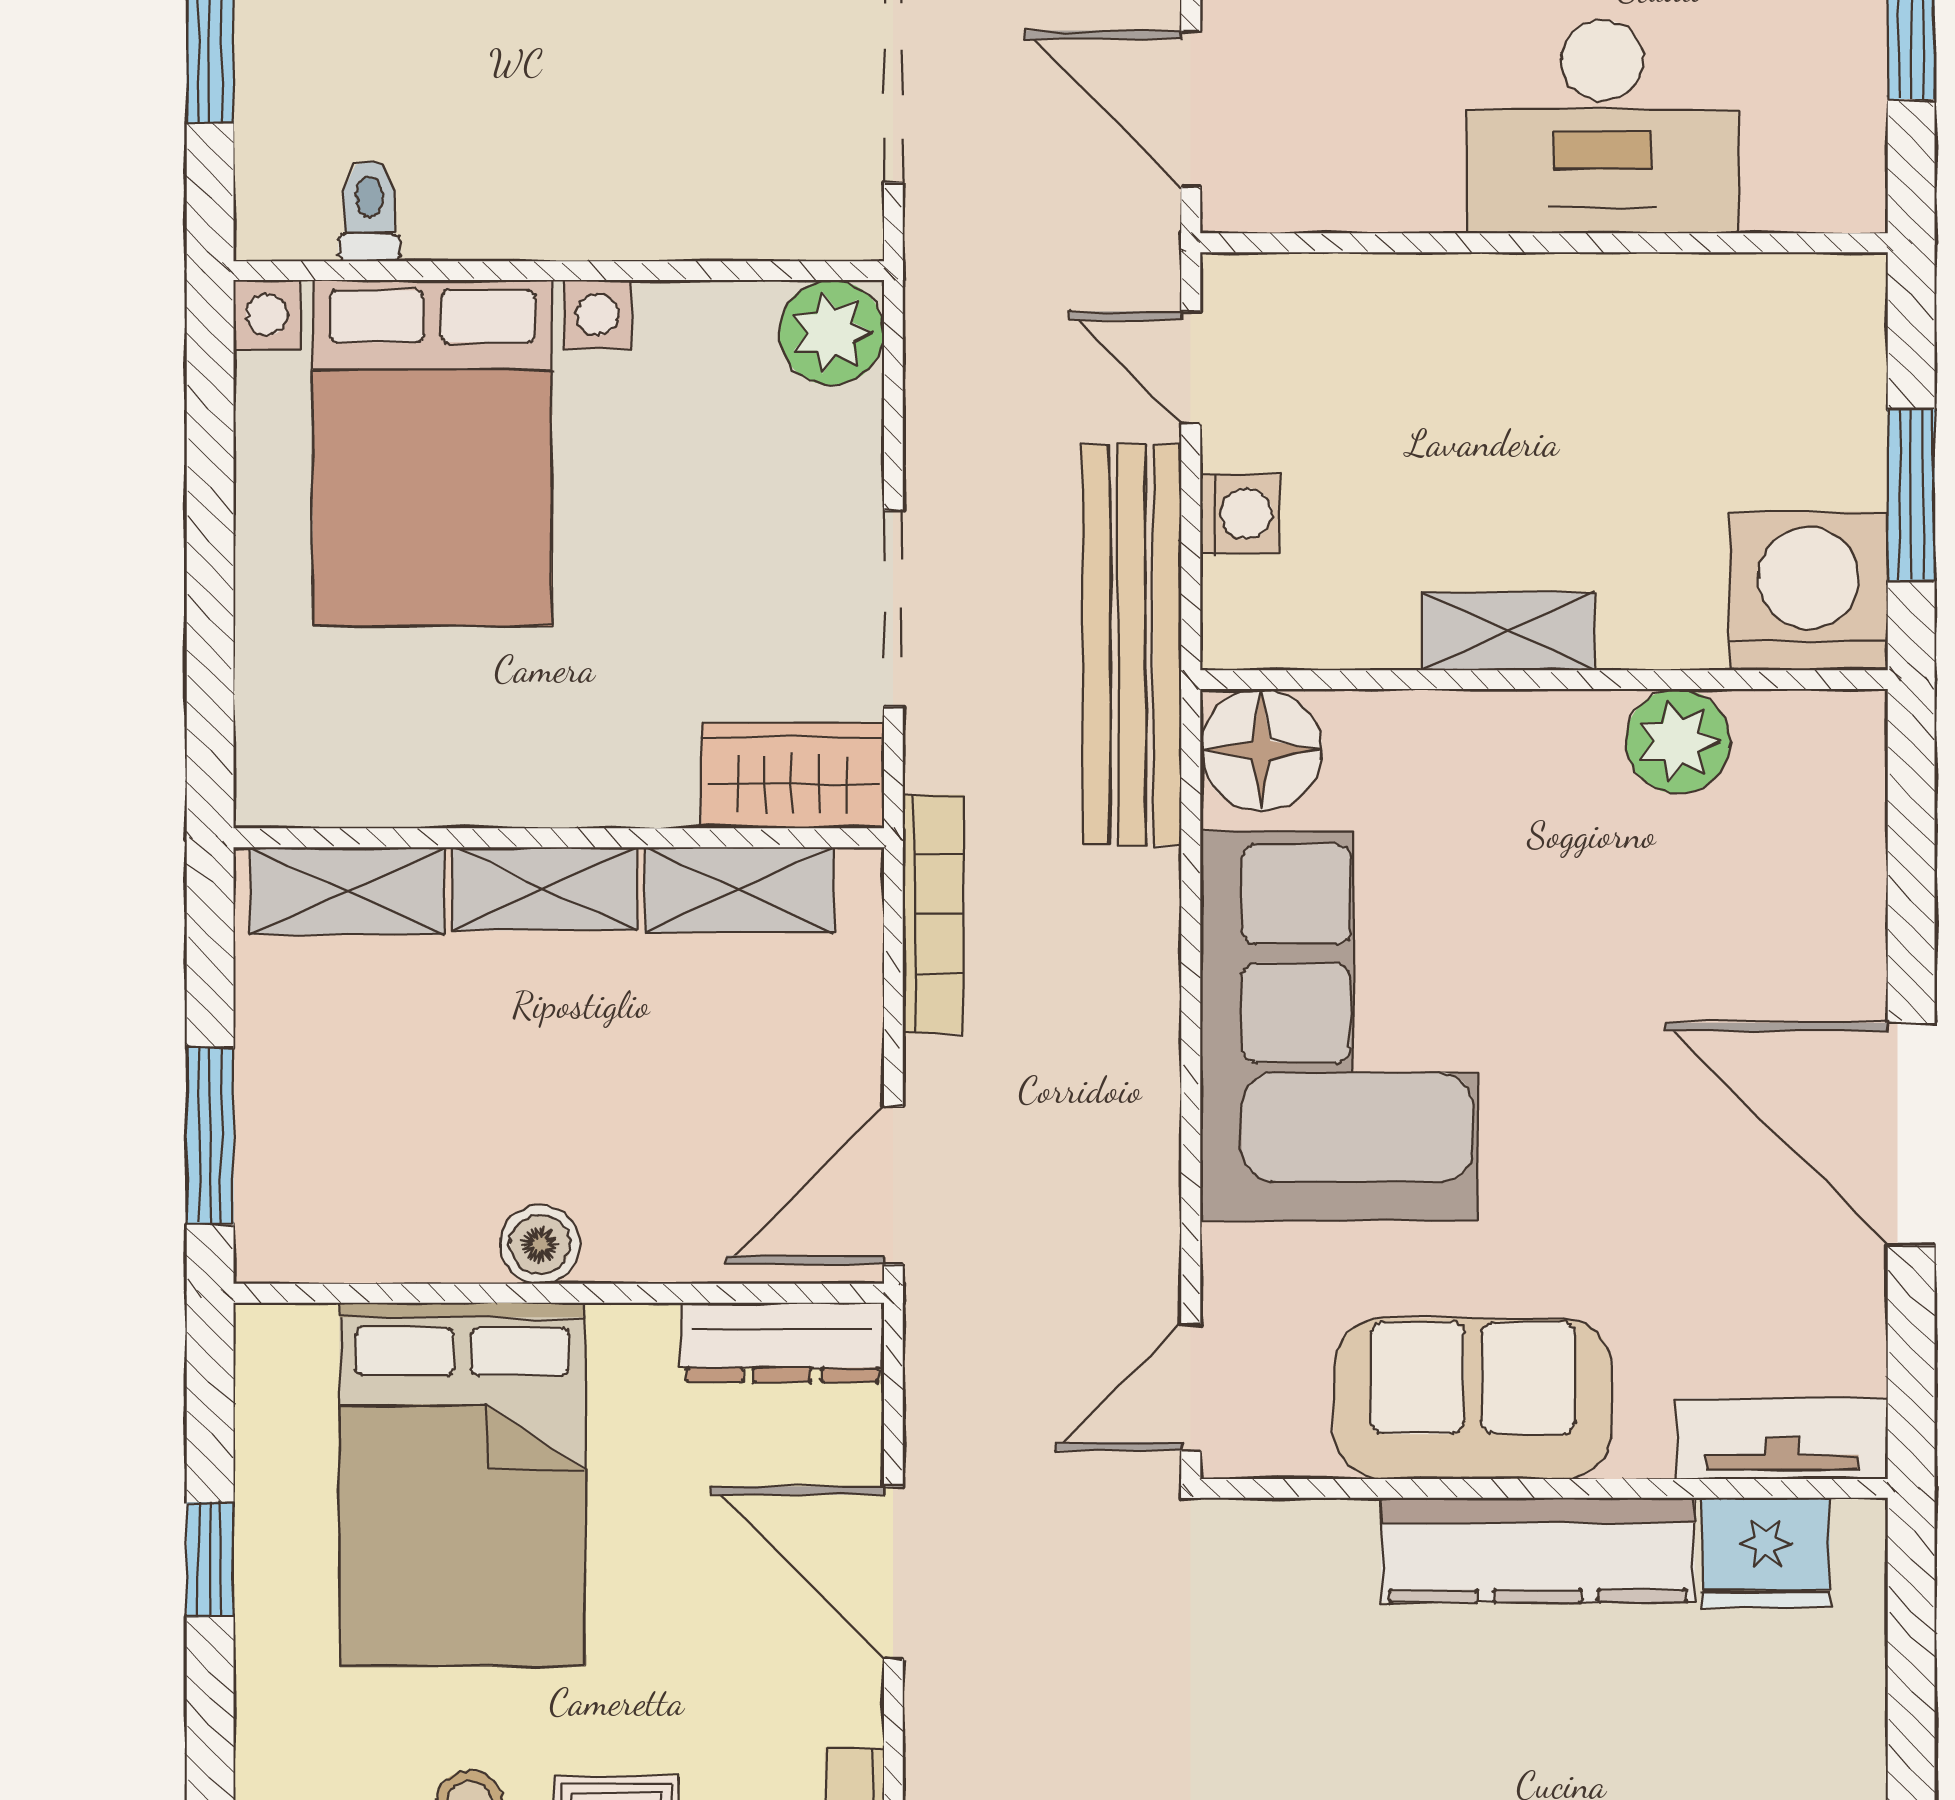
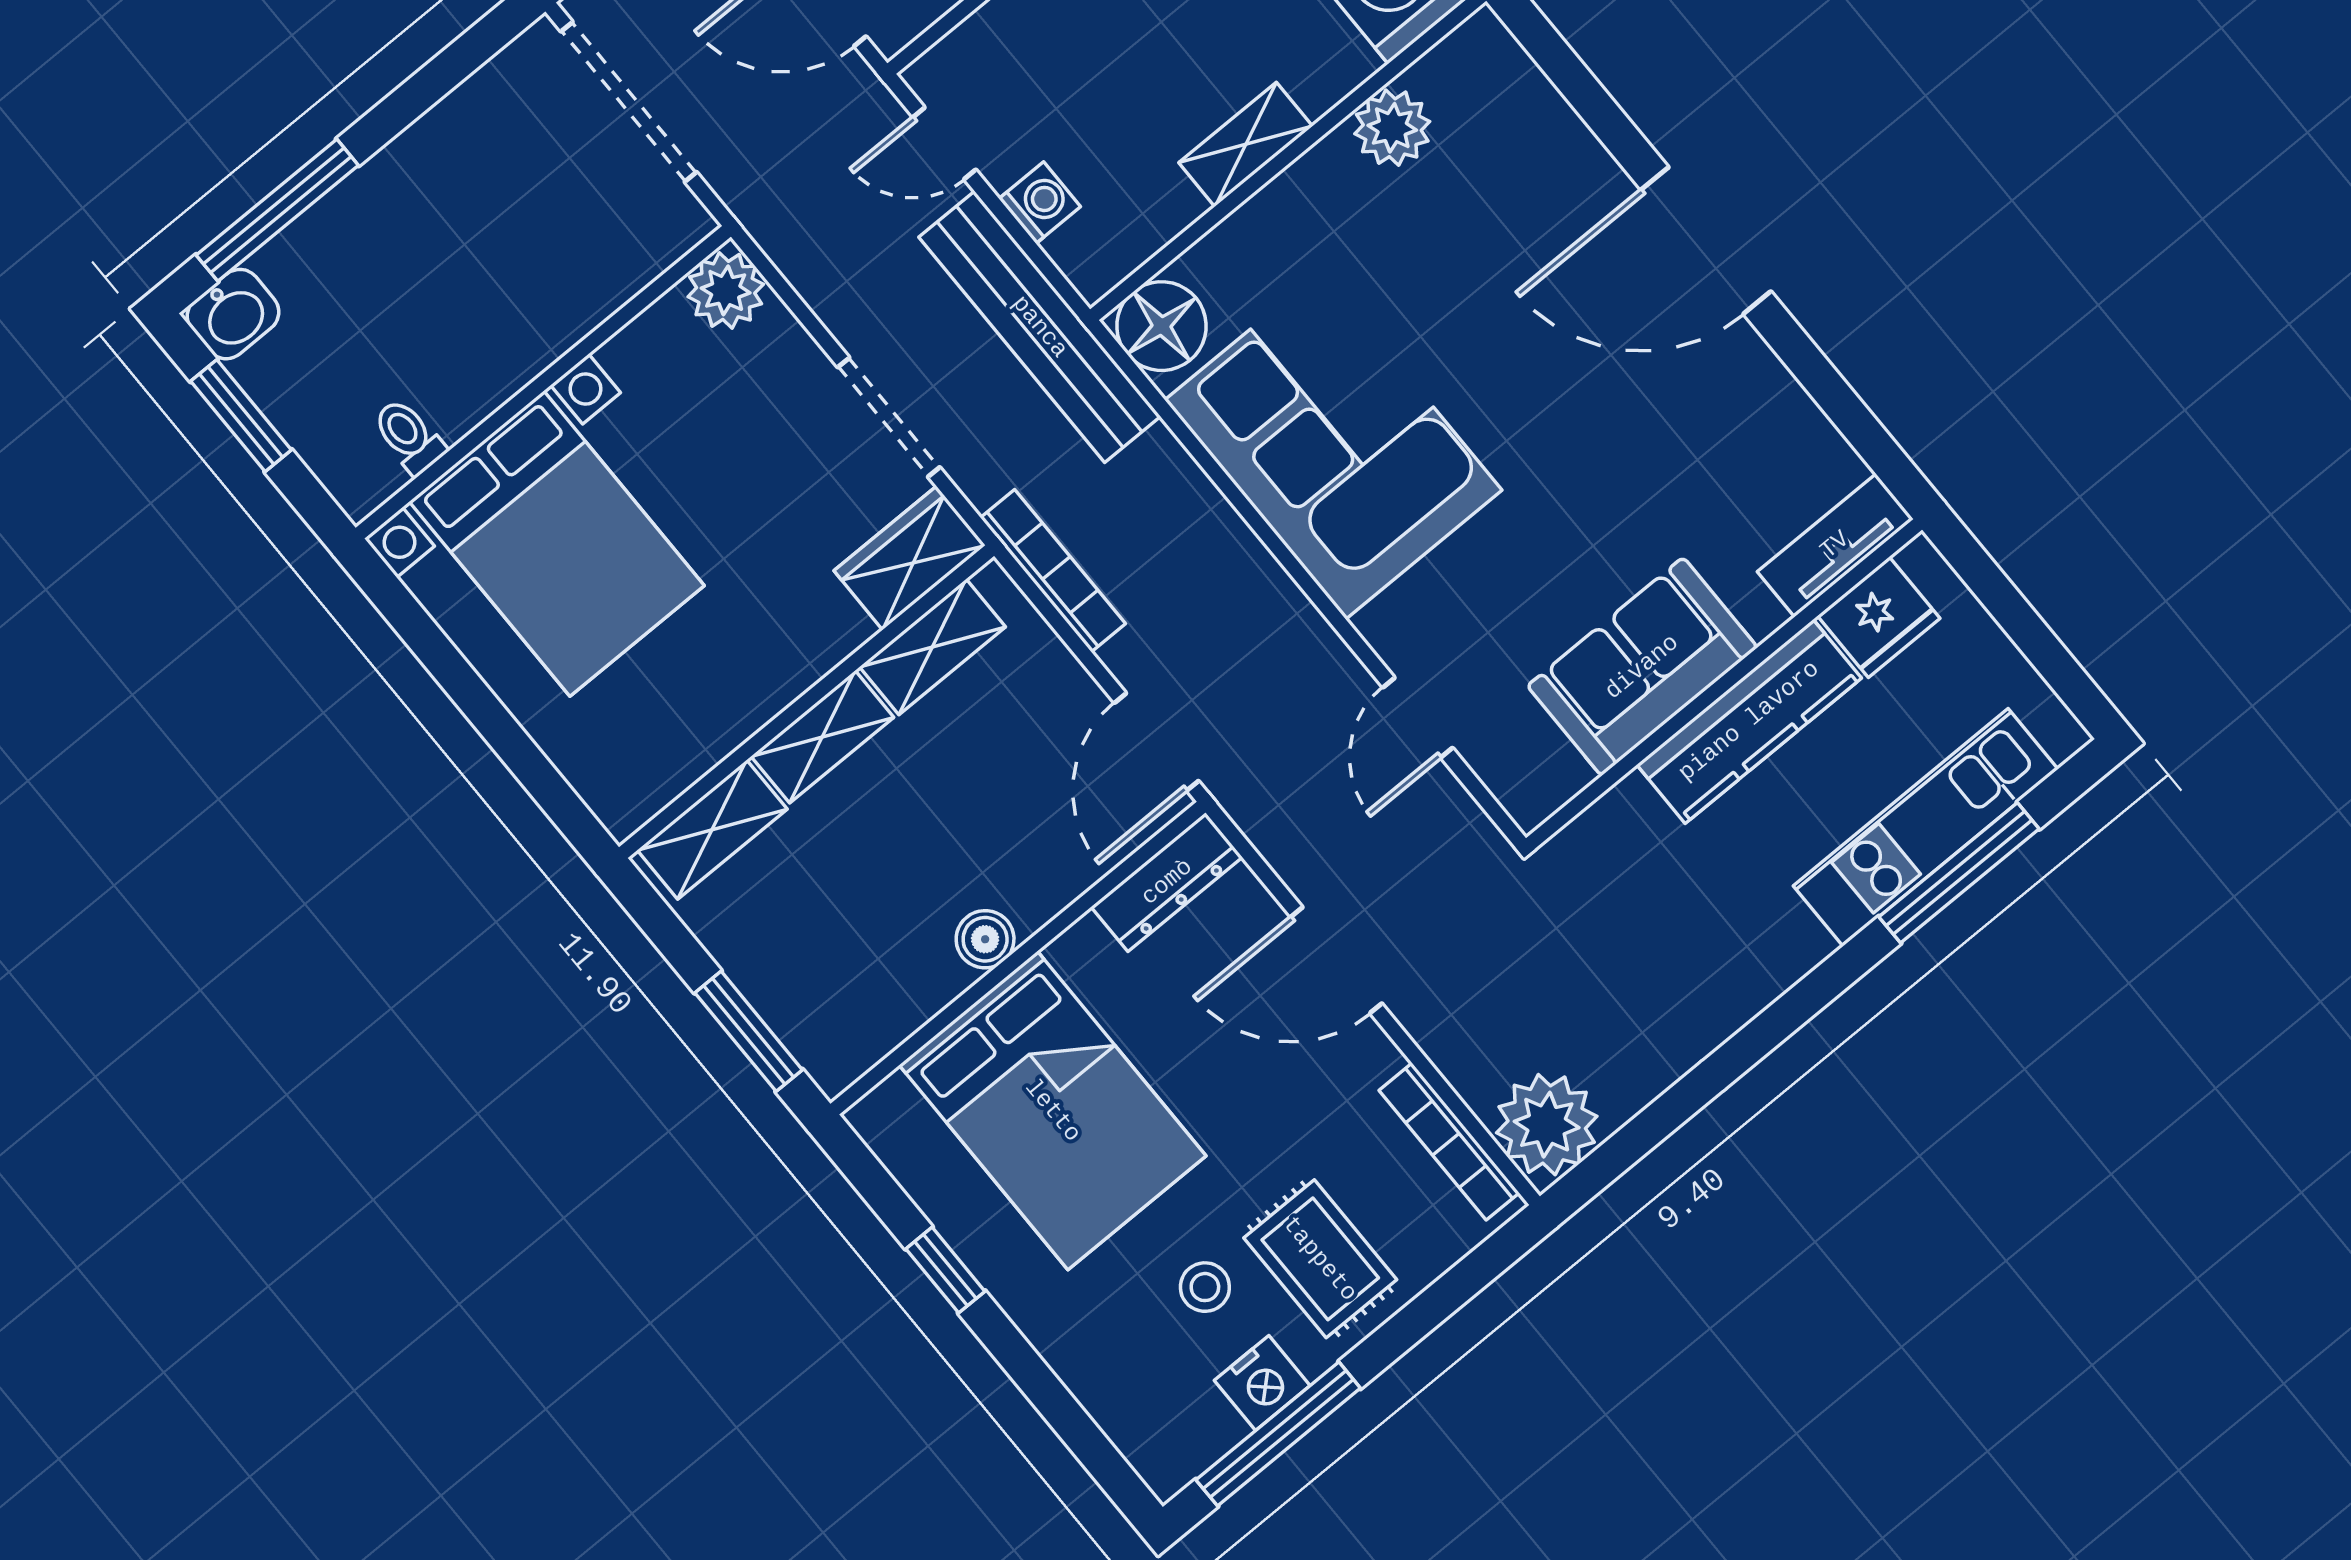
sofa: (1473, 1399) -> (1642, 667), moved
tv unit: (1782, 1439) -> (1835, 545), moved
wall: (1544, 1488) -> (1724, 684), moved
kitchen counter: (1538, 1550) -> (1749, 721), moved
fridge: (1766, 1553) -> (1879, 617), moved

